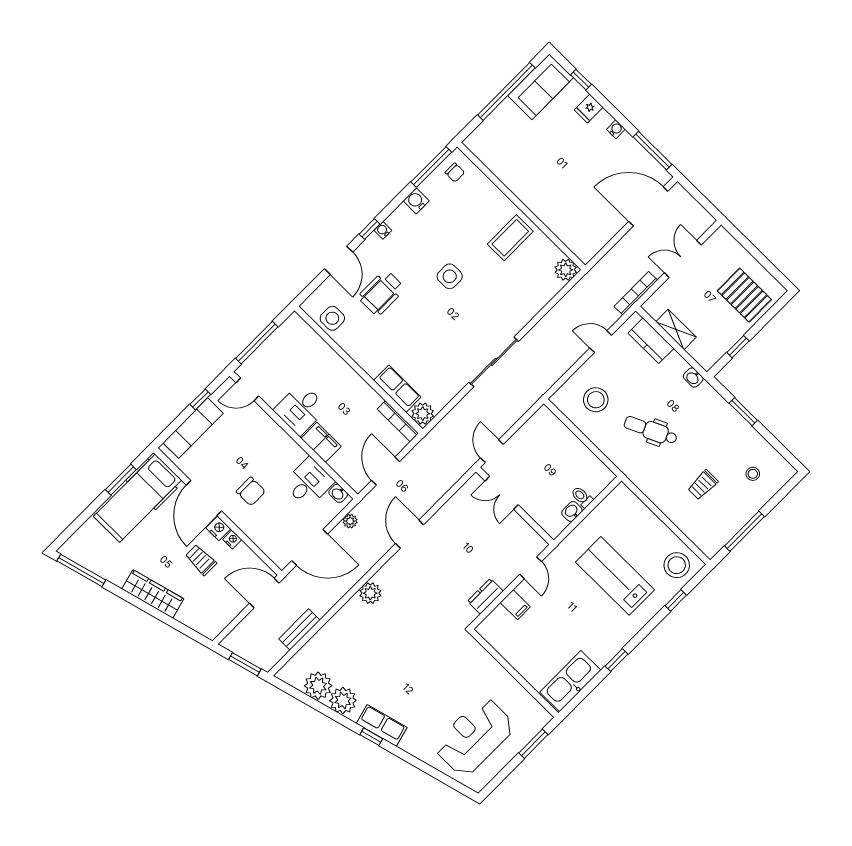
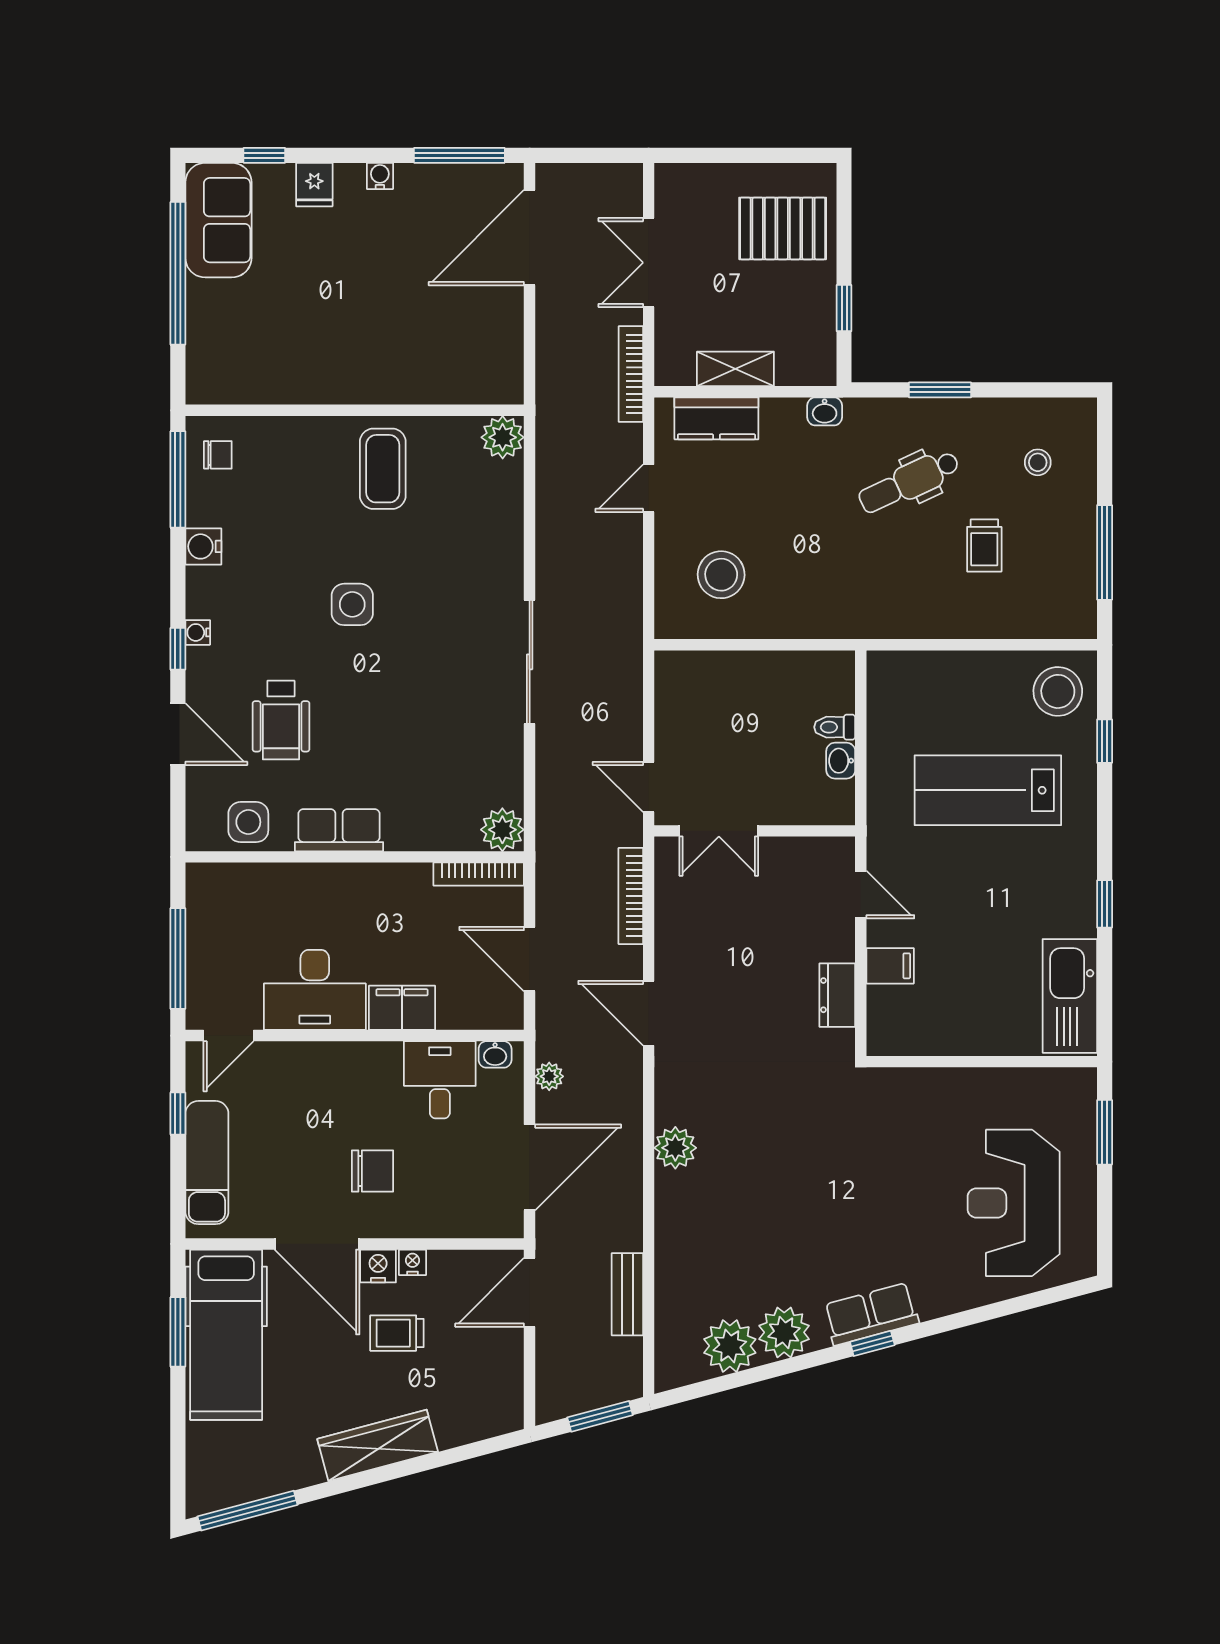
row of seats: (397, 389) -> (339, 830), moved
desk: (301, 409) -> (315, 990), width x1.37
dental chair: (651, 430) -> (909, 482), moved
bookcase: (446, 485) -> (631, 896), added

